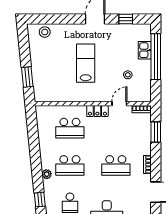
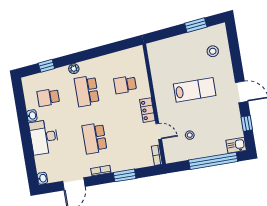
stool: (45, 32) -> (213, 51), moved
kitchen sink: (145, 50) -> (236, 145), moved
window: (27, 77) -> (196, 25), moved
school desk: (70, 128) -> (125, 85), width x0.54
window: (156, 132) -> (125, 175), moved

